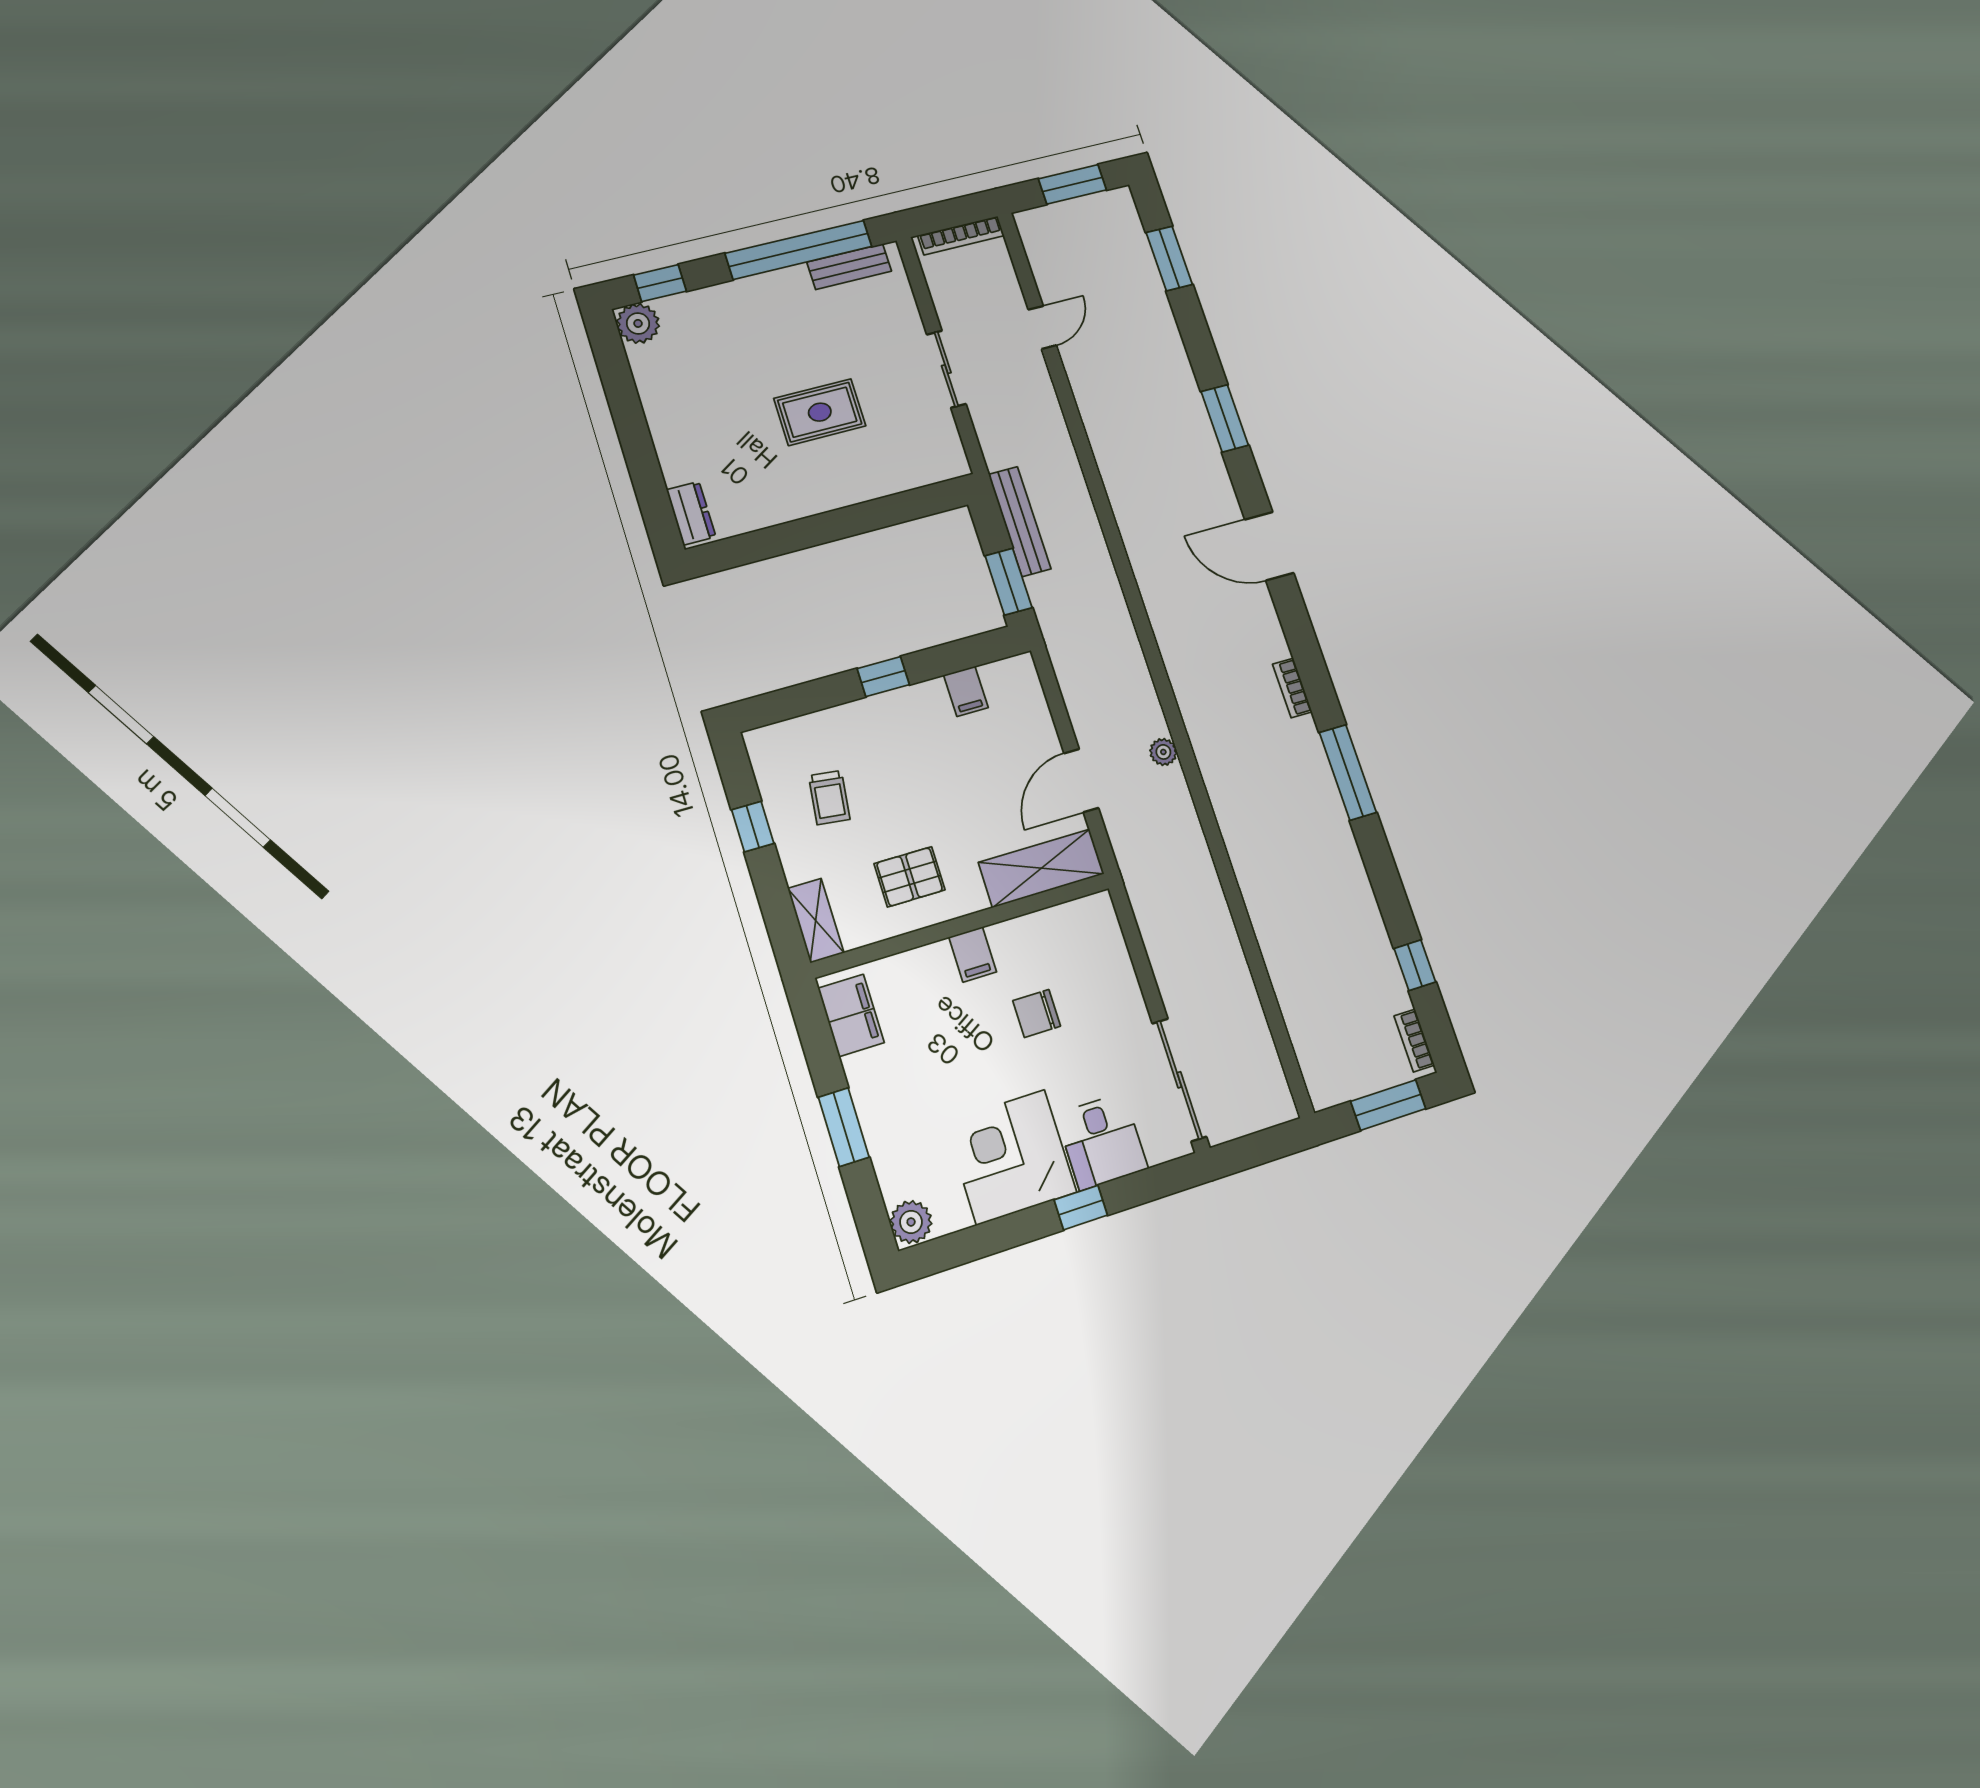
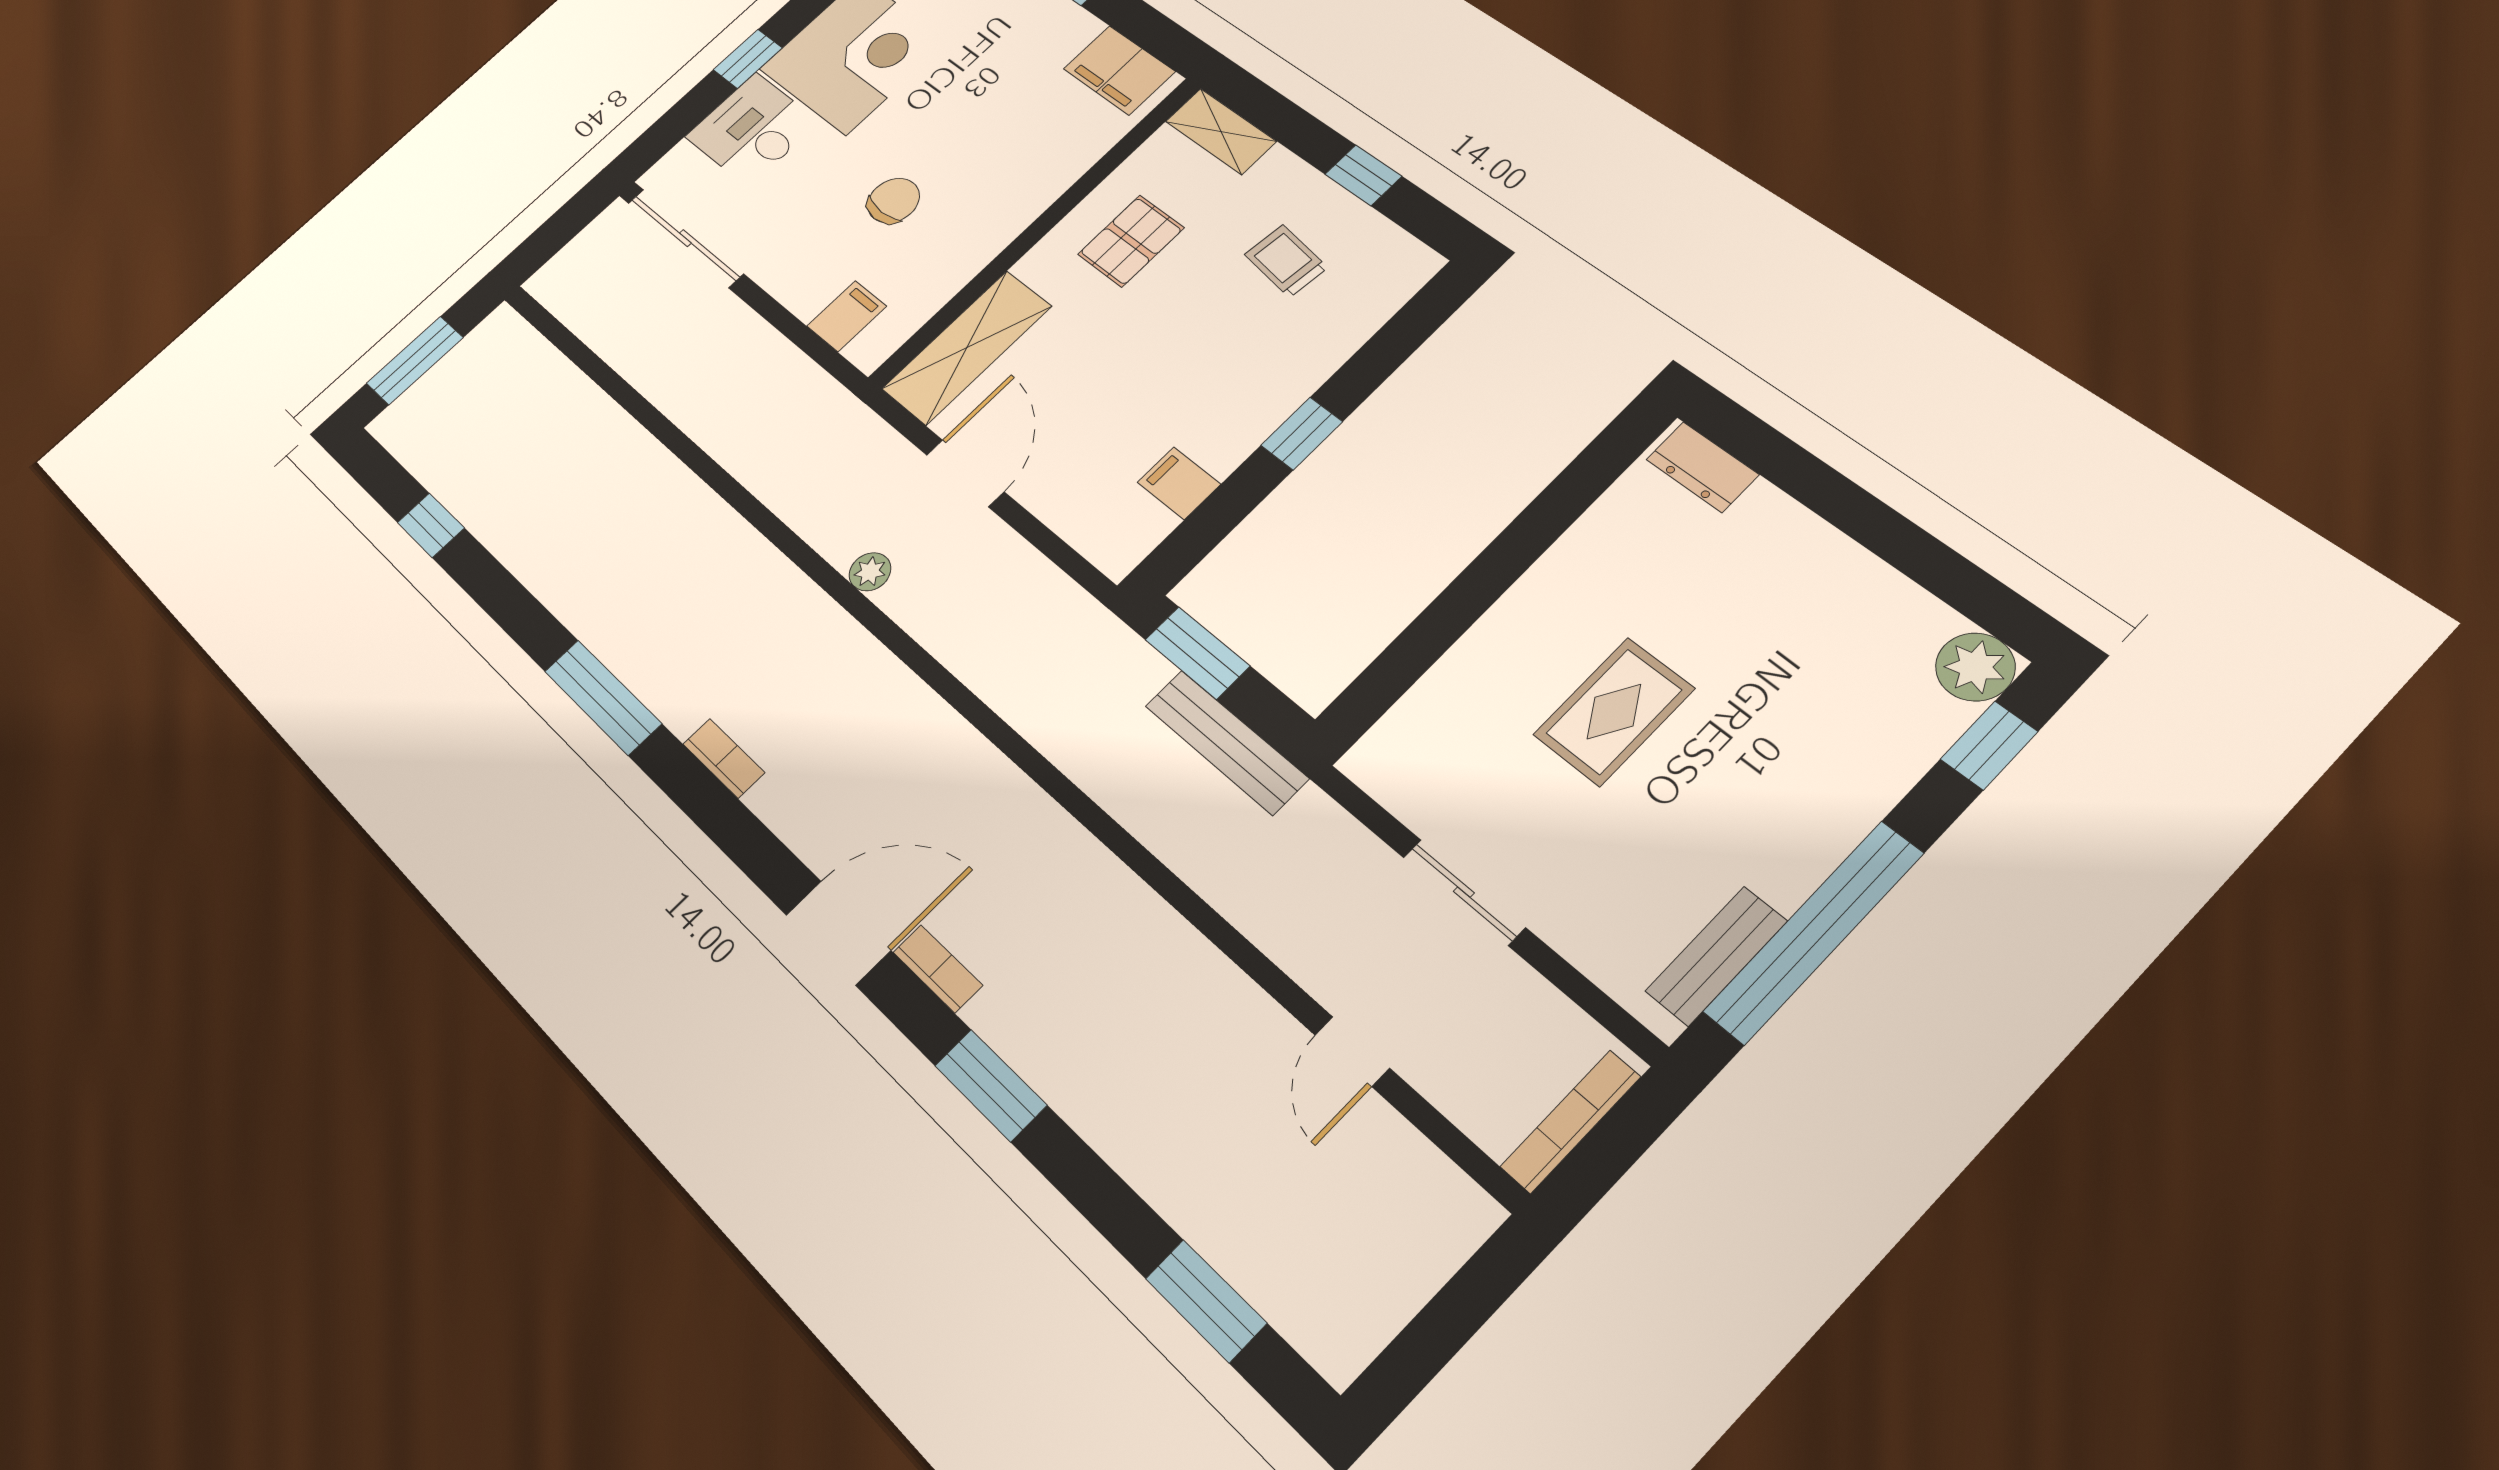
window: (1072, 184) -> (1438, 1333), removed
filing cabinet: (973, 954) -> (847, 316), moved, turned 90
bookcase: (1414, 1041) -> (938, 969), moved

